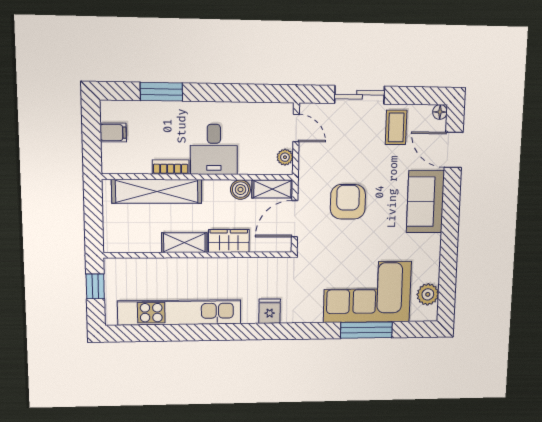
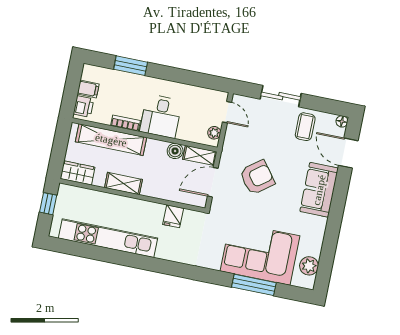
printer: (112, 156) -> (84, 107), added
armchair: (348, 202) -> (257, 177), turned 53
wardrobe: (229, 241) -> (77, 173), moved
fridge: (270, 311) -> (173, 216), moved, turned 180

